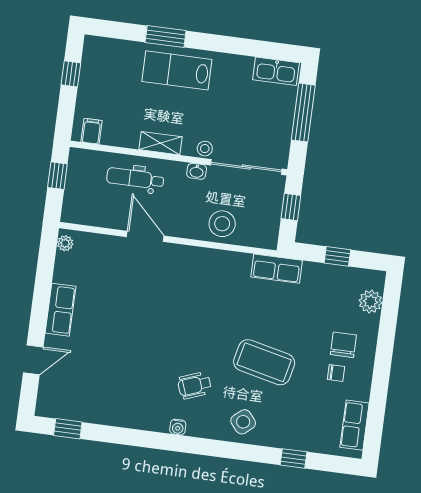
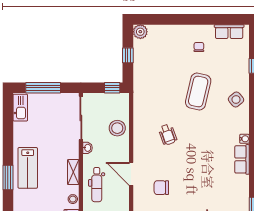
stool: (205, 149) -> (73, 199), moved
window: (291, 207) -> (112, 88), moved
door: (145, 236) -> (131, 174), hinge flipped
row of seats: (277, 269) -> (242, 159), moved, turned 180
plant: (370, 302) -> (140, 32), moved
chair: (343, 345) -> (161, 188), moved
wheelchair: (195, 385) -> (168, 135), moved

